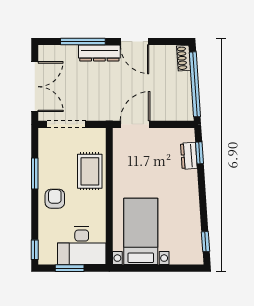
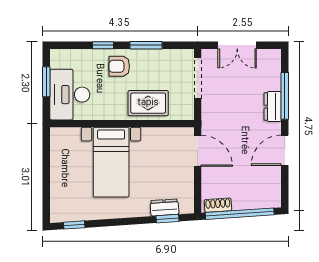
dresser: (99, 53) -> (273, 107), width x0.70
shoe rack: (184, 58) -> (218, 205), moved
double door: (35, 87) -> (237, 45), width x0.73
armchair: (55, 199) -> (119, 66), turned 180
bed with nightstands: (141, 231) -> (111, 162), moved, turned 90
window: (35, 250) -> (103, 45), moved

